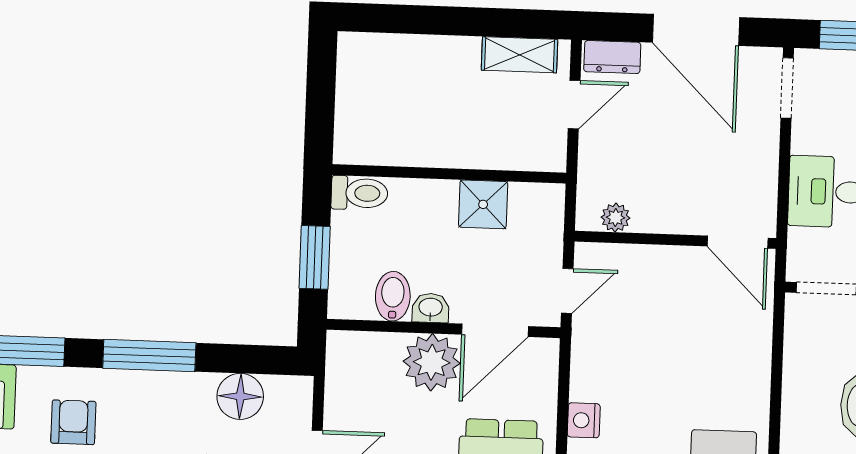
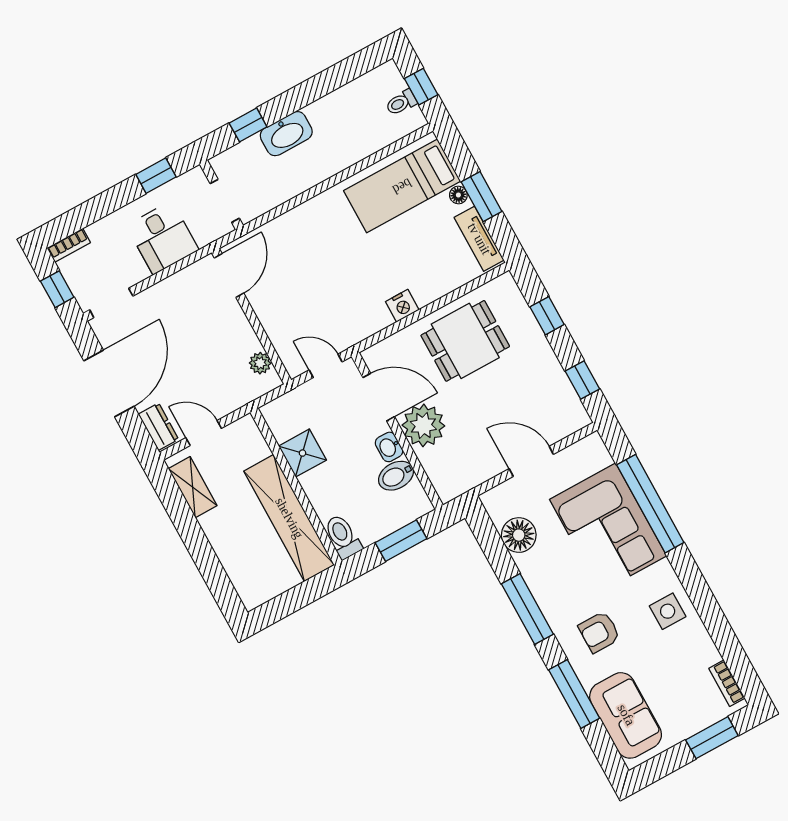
shelving: (418, 144) -> (289, 518), added

